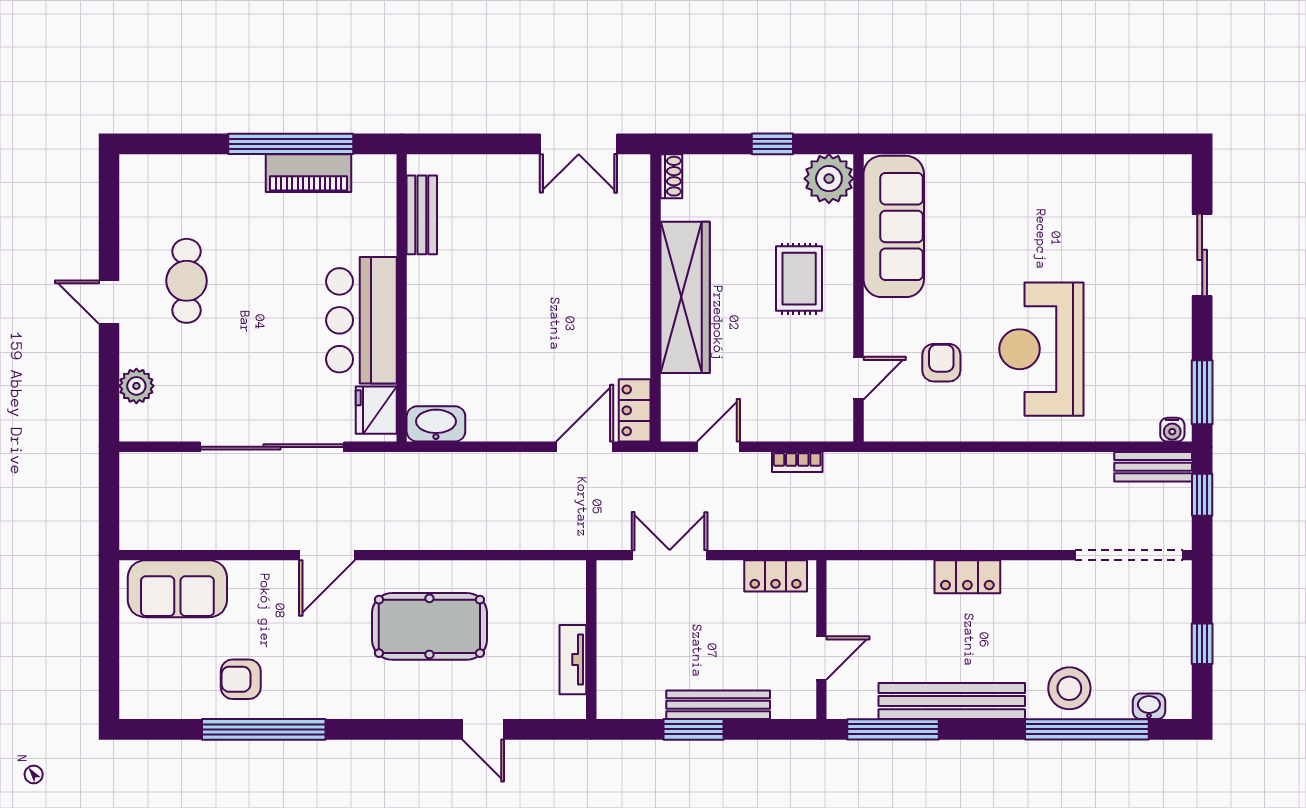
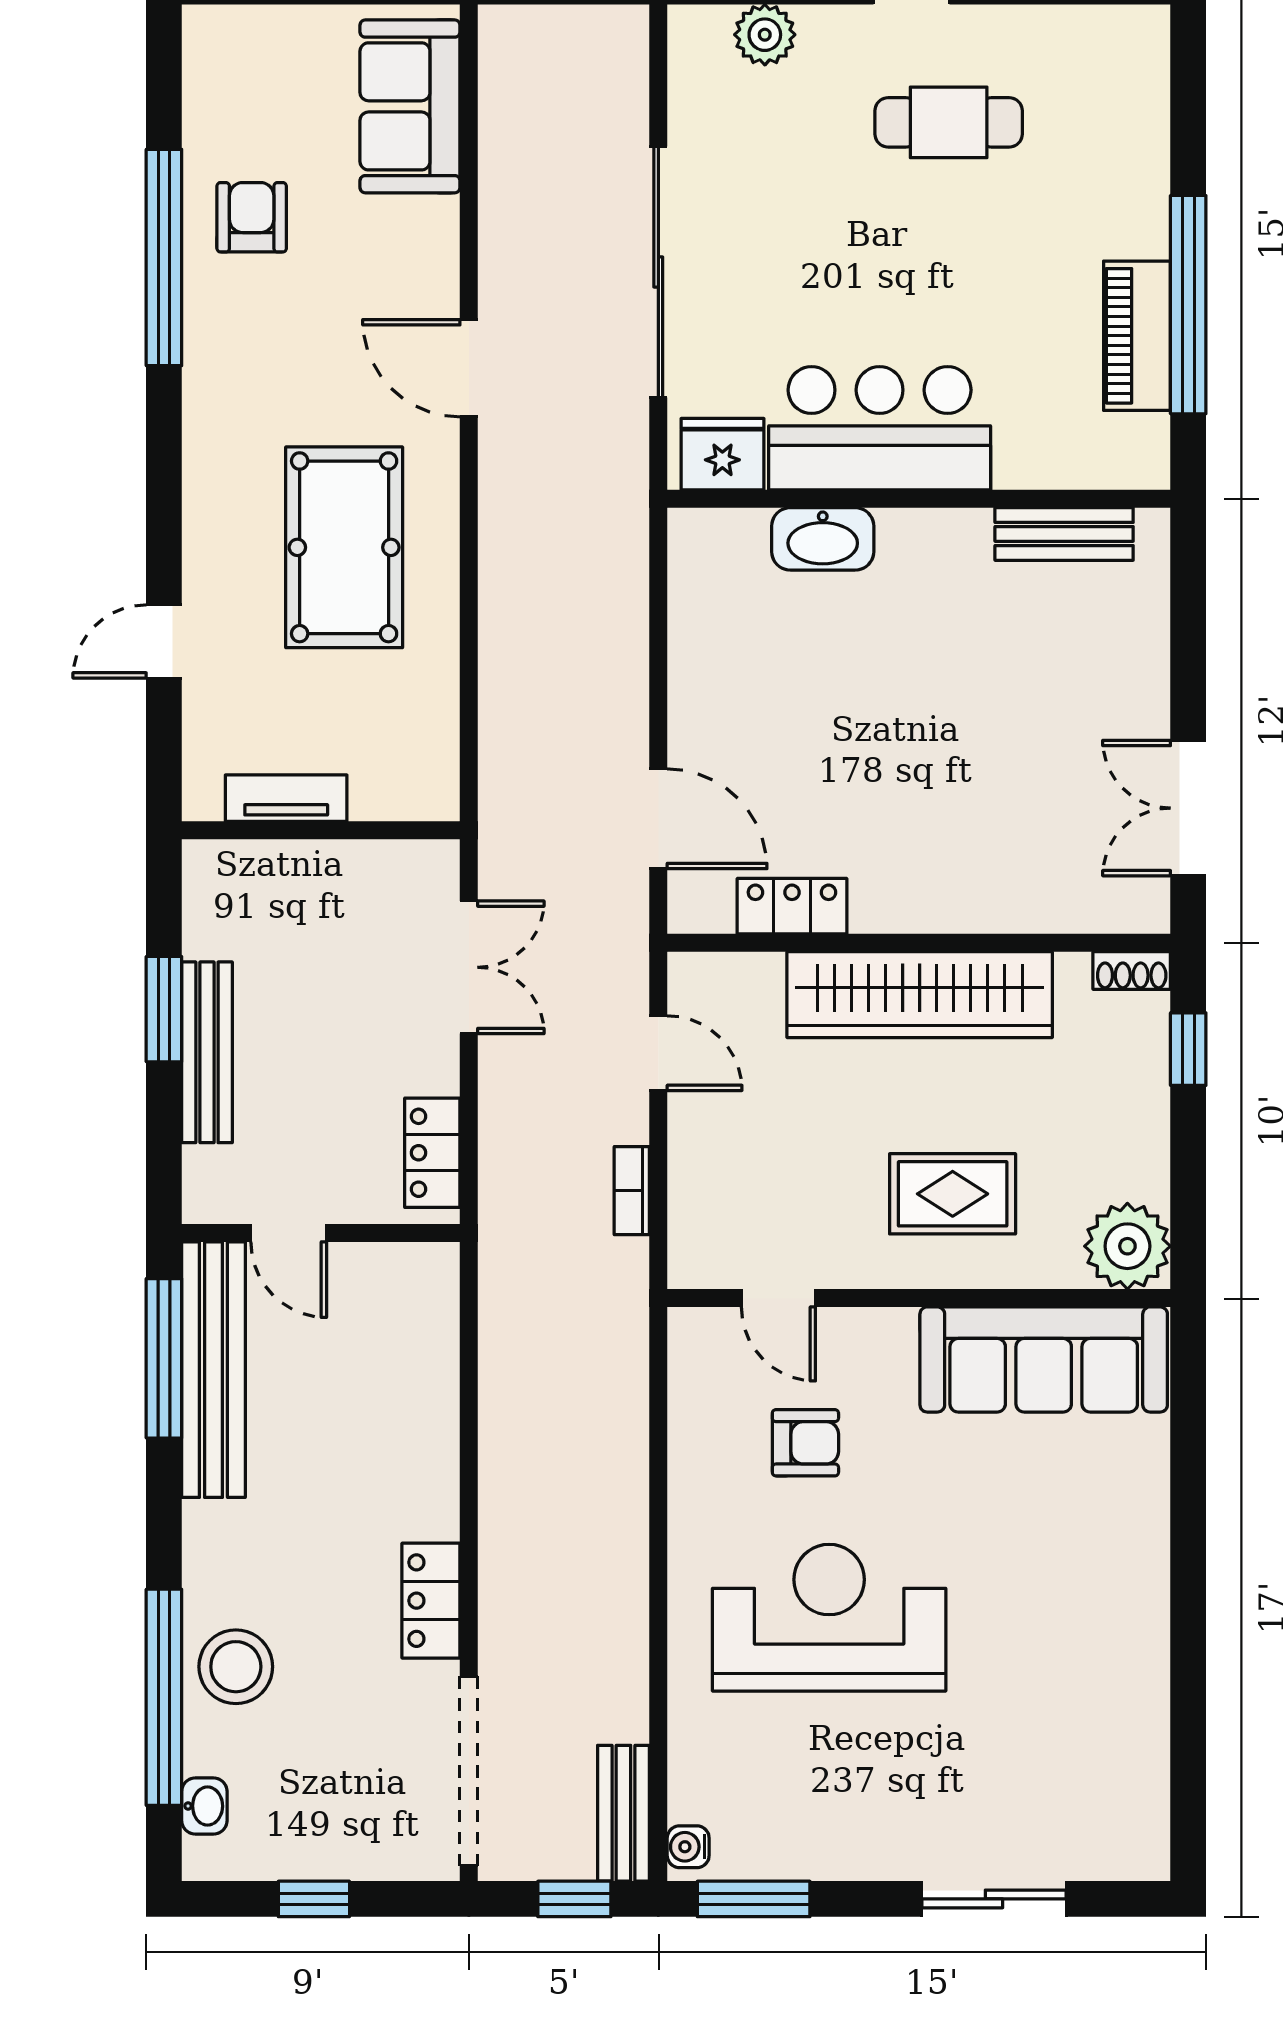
window: (772, 144) -> (1188, 1049), moved
locker: (635, 410) -> (792, 906), moved
washbasin: (436, 424) -> (823, 539), moved, turned 90
locker: (967, 577) -> (431, 1601), moved
bench: (952, 701) -> (213, 1370), moved

